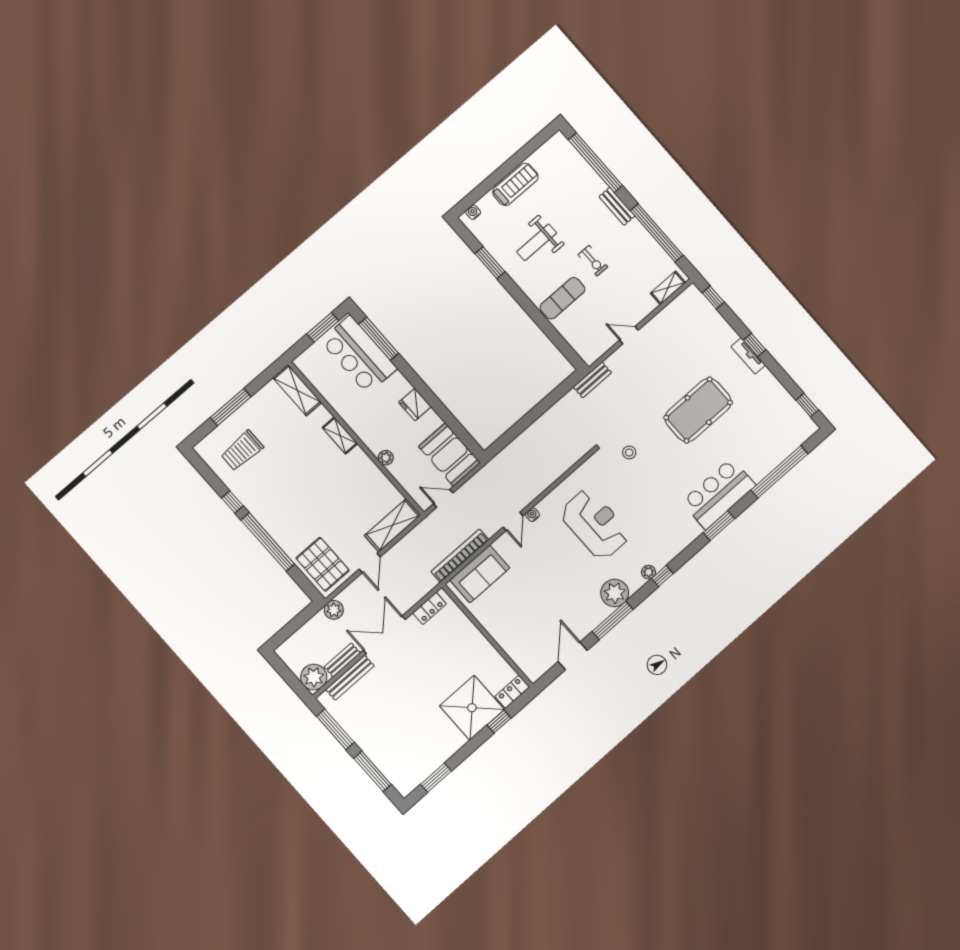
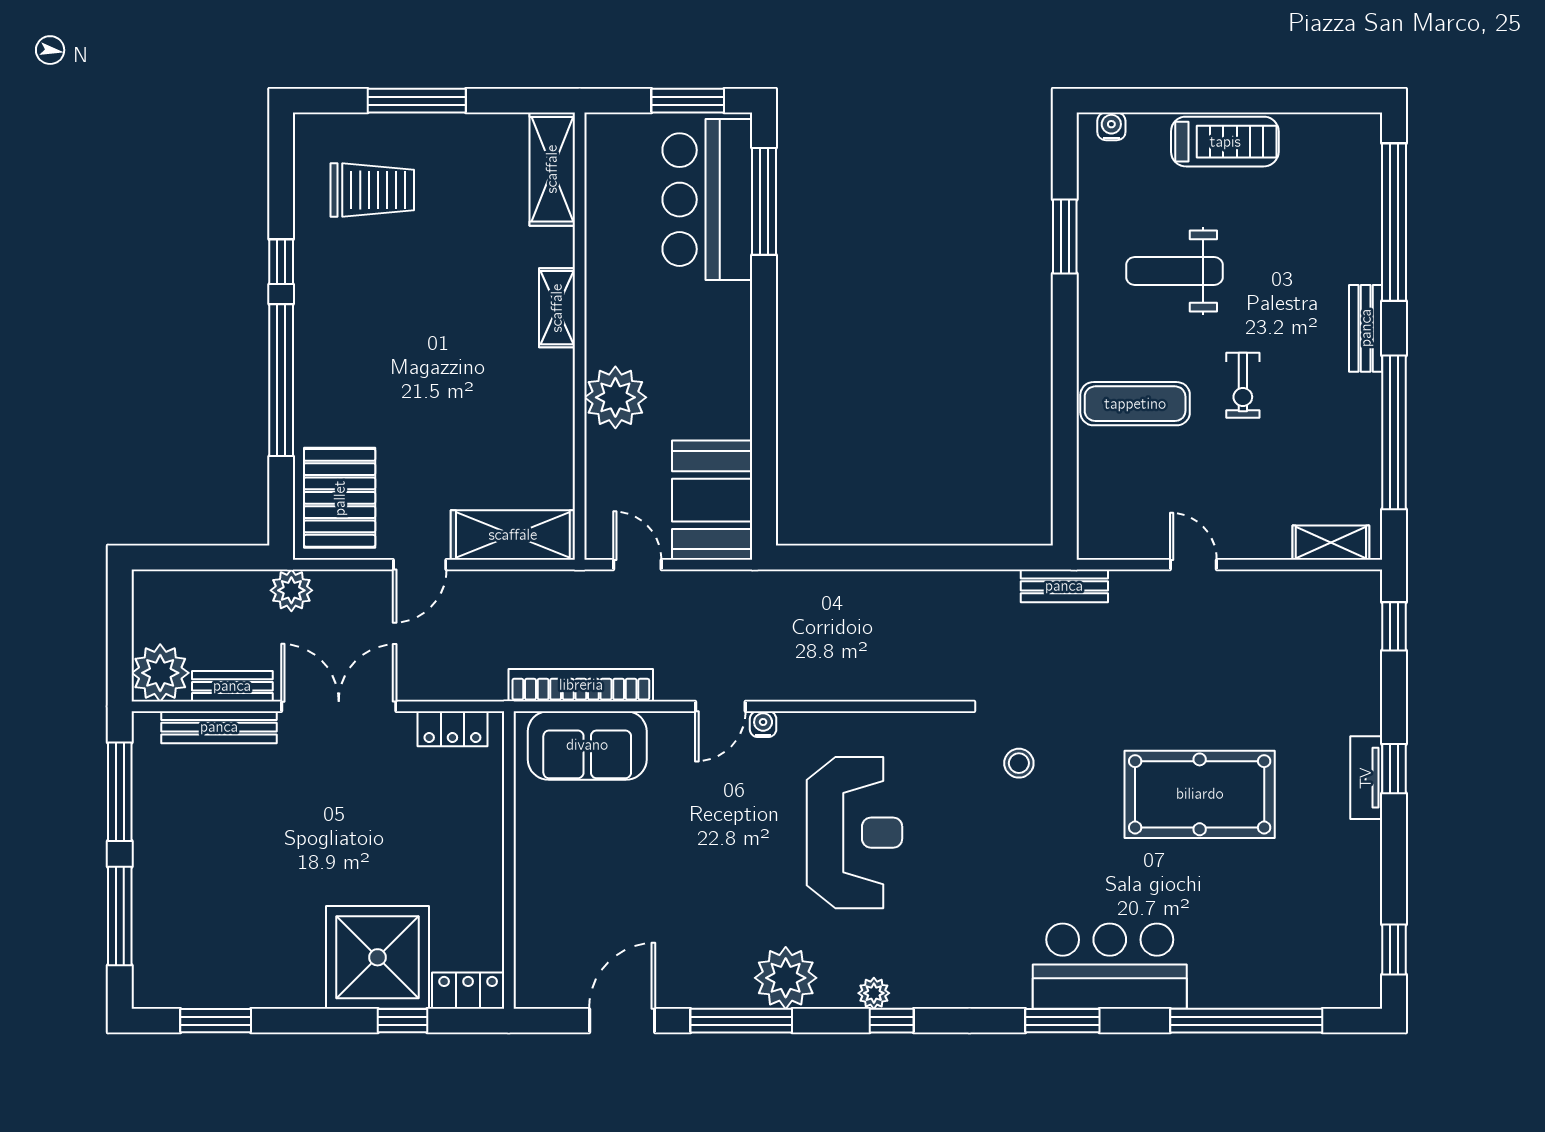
fridge: (415, 405) -> (728, 365), removed
trolley: (242, 451) -> (372, 190), turned 180
plant: (386, 458) -> (615, 397), width x1.87, depth x1.87

